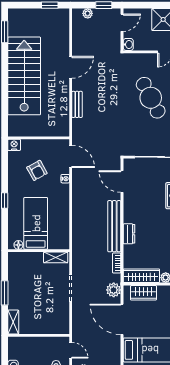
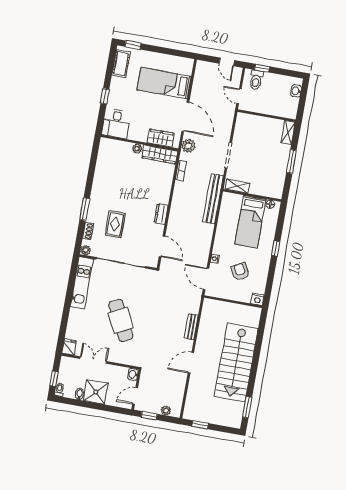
bench: (114, 226) -> (213, 199), moved
dresser: (129, 234) -> (161, 214), moved

